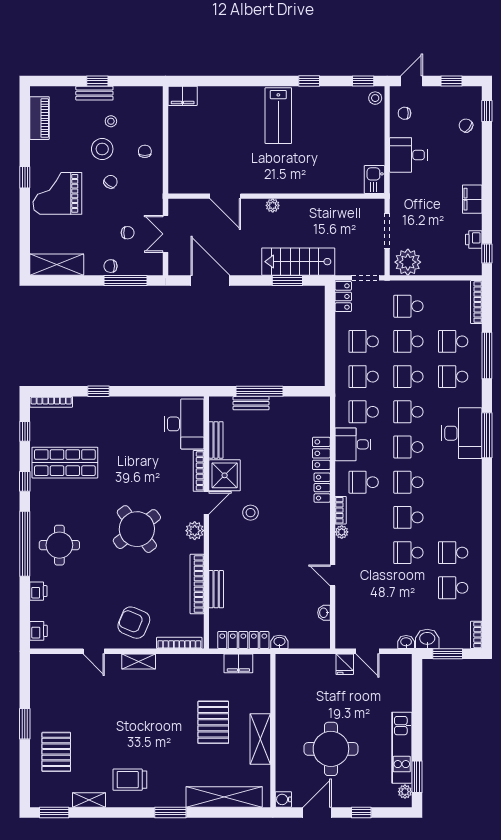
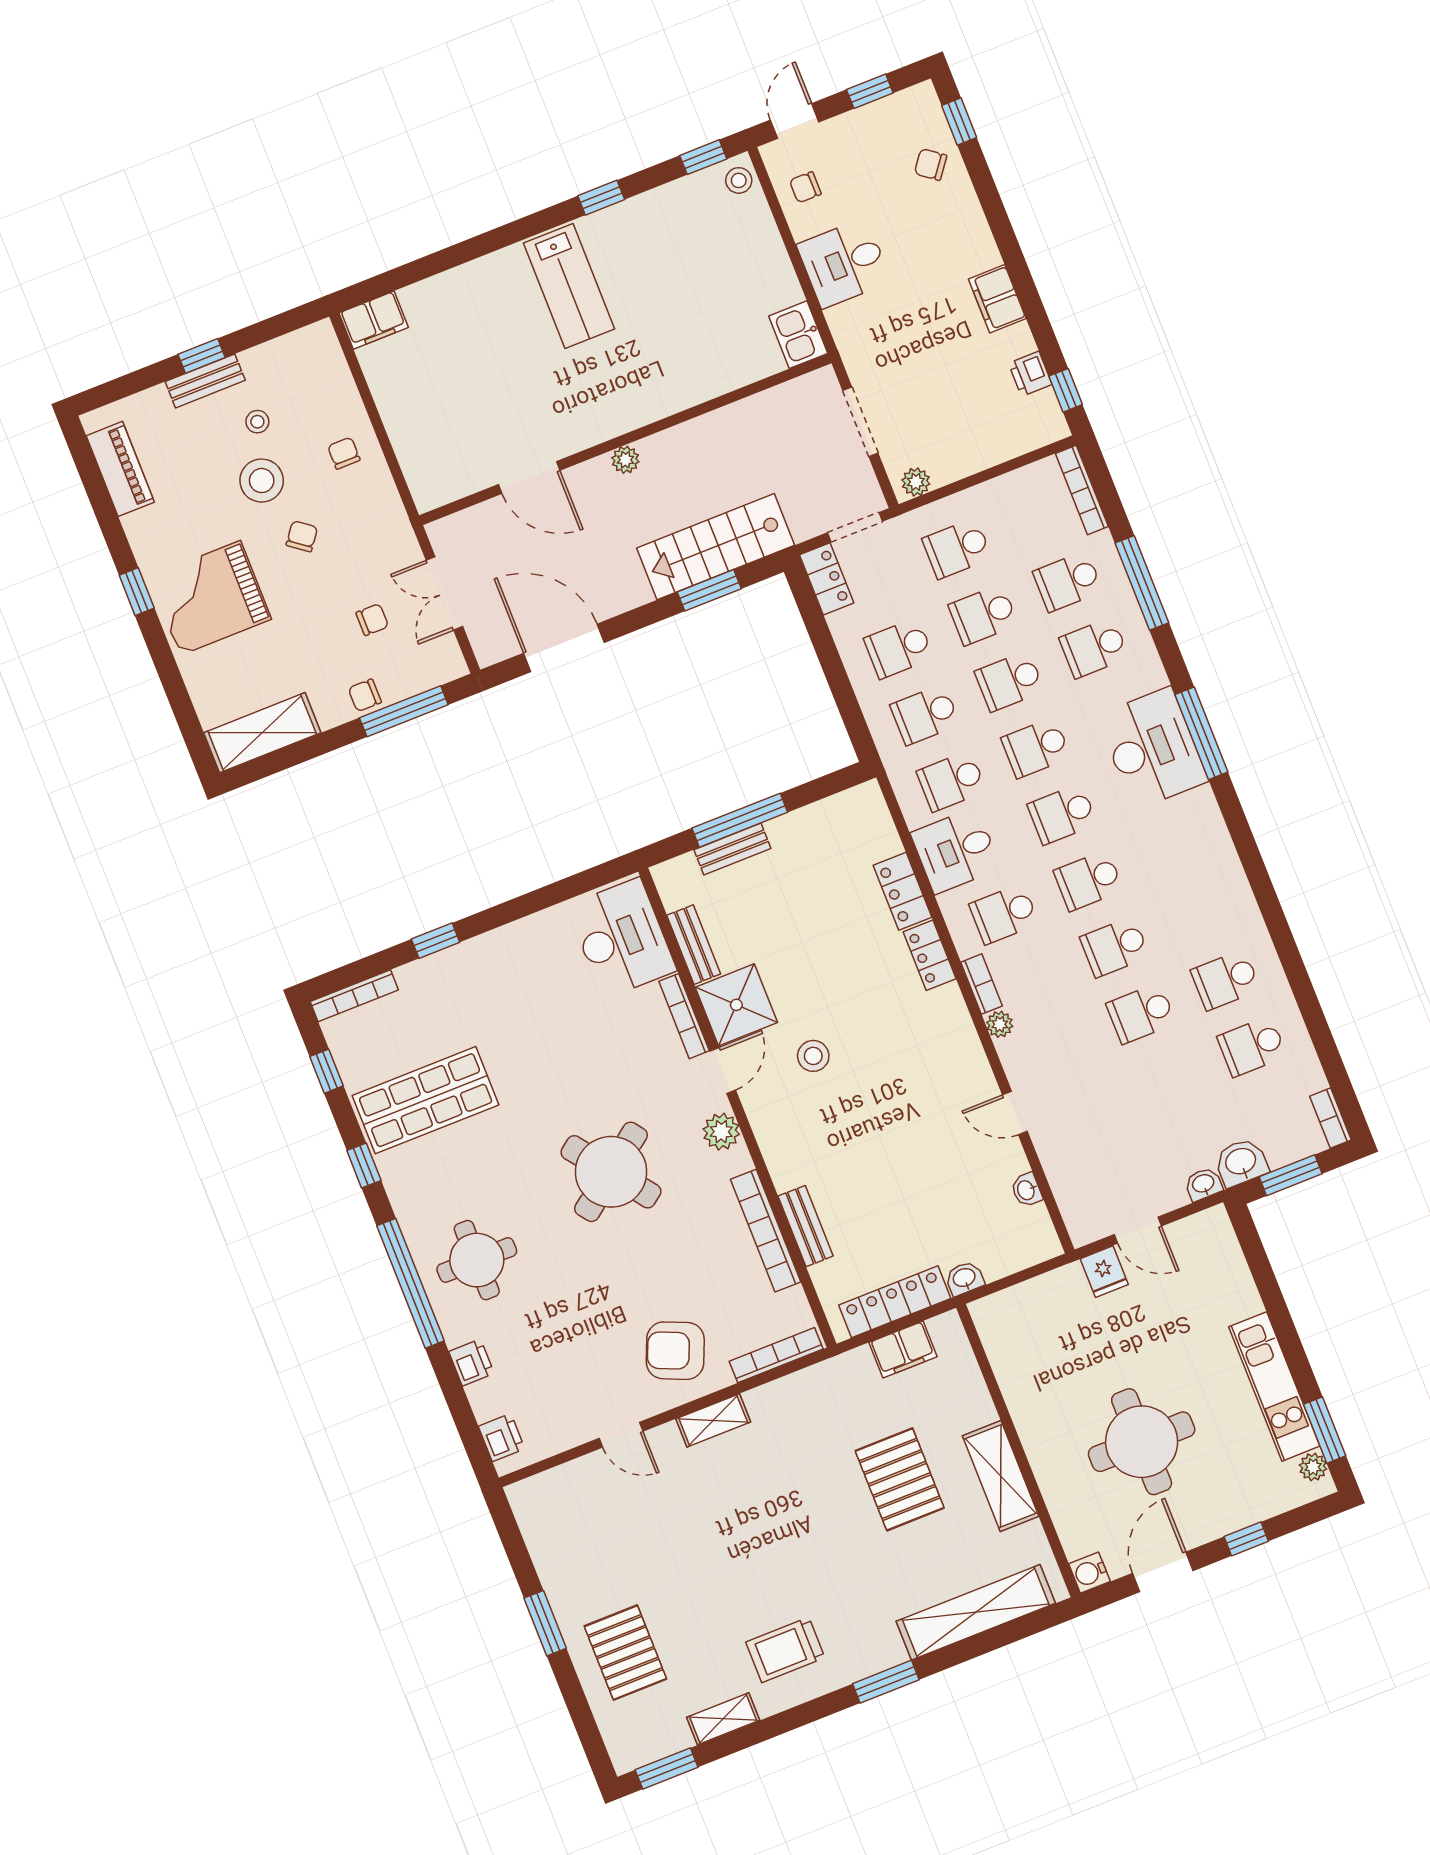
plant: (408, 262) -> (916, 482), width x0.53, depth x0.53

